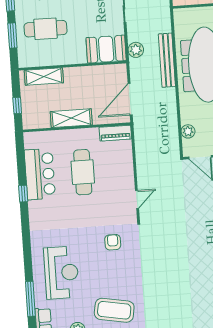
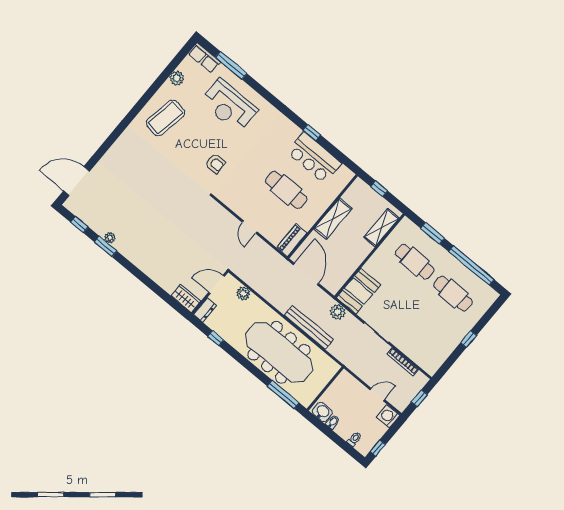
cafe table: (46, 29) -> (415, 262), turned 90
door: (137, 199) -> (250, 227), moved

